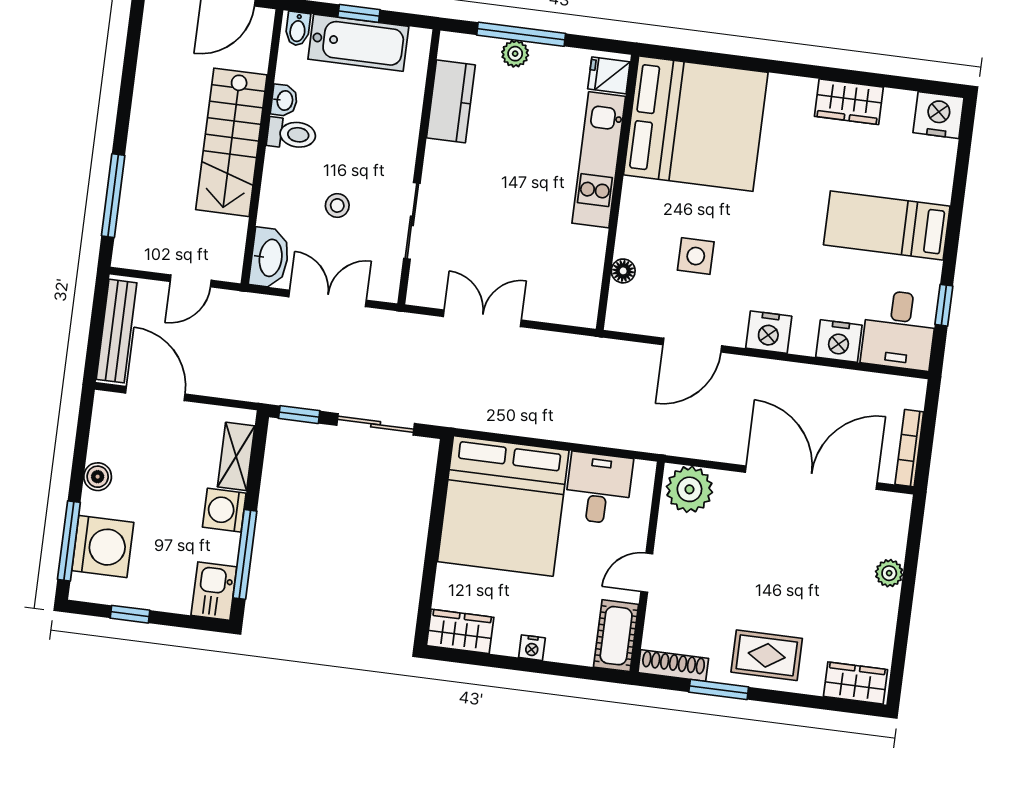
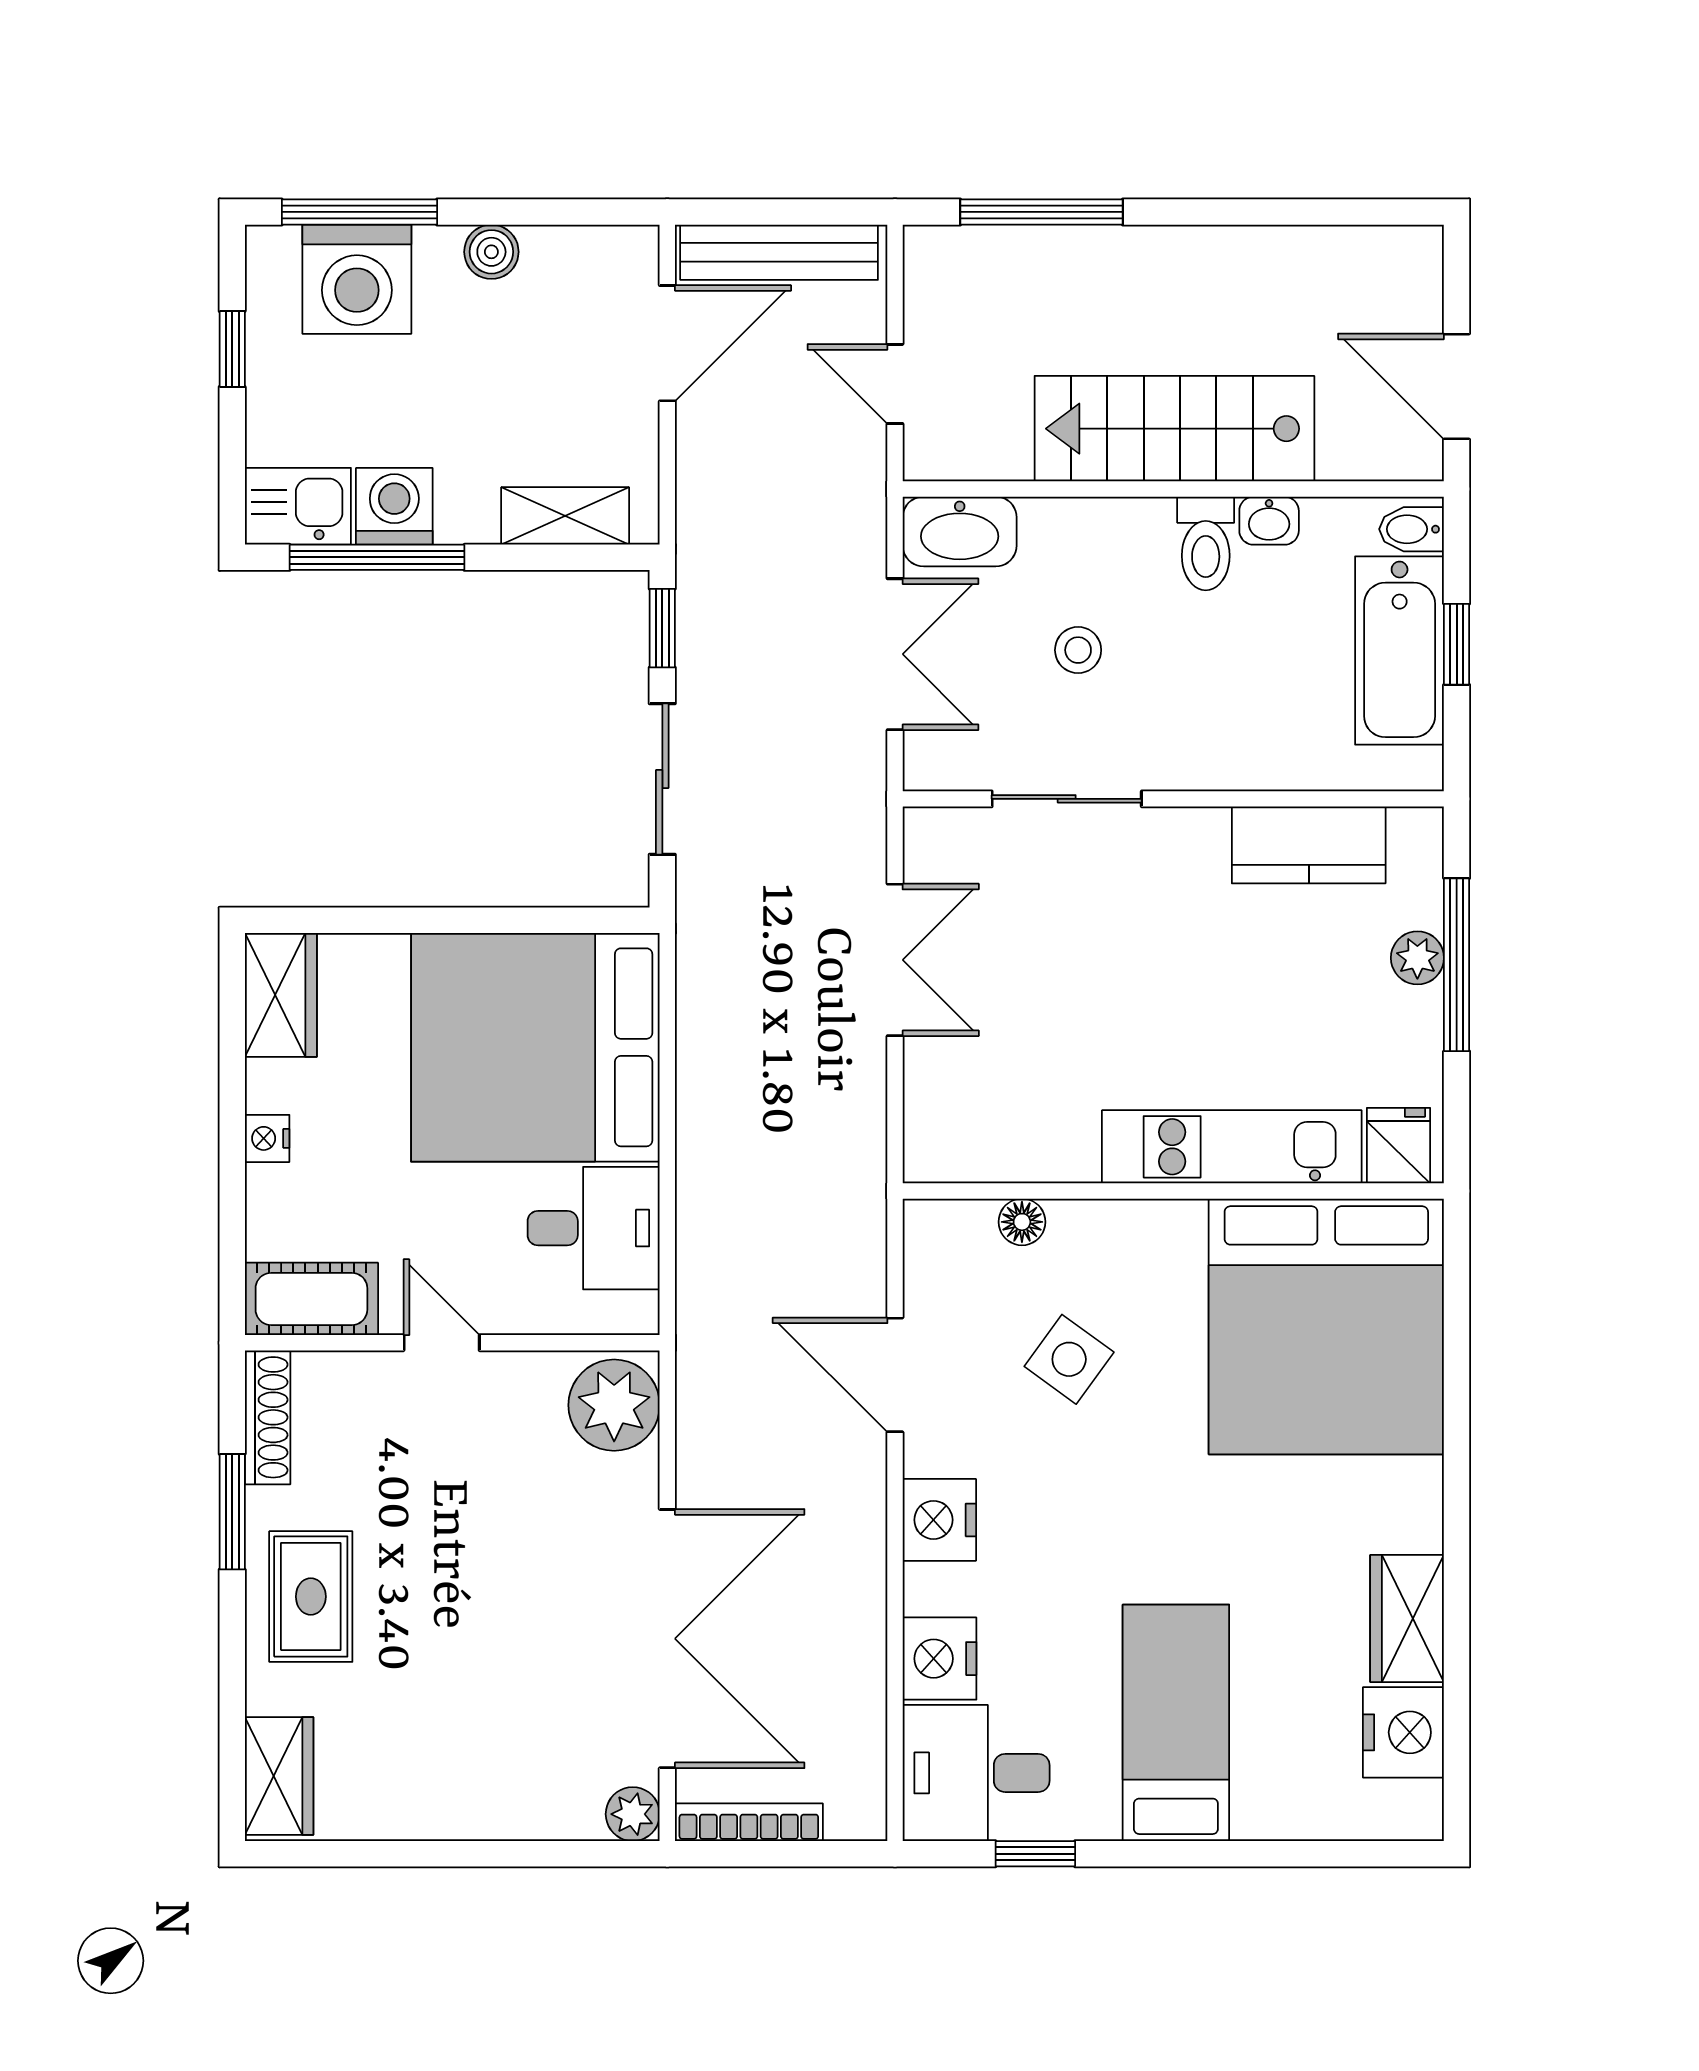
nightstand: (938, 115) -> (1403, 1732), moved
side table: (696, 256) -> (1069, 1359), turned 36
washing machine: (224, 510) -> (394, 506), moved
plant: (889, 573) -> (633, 1814), moved

